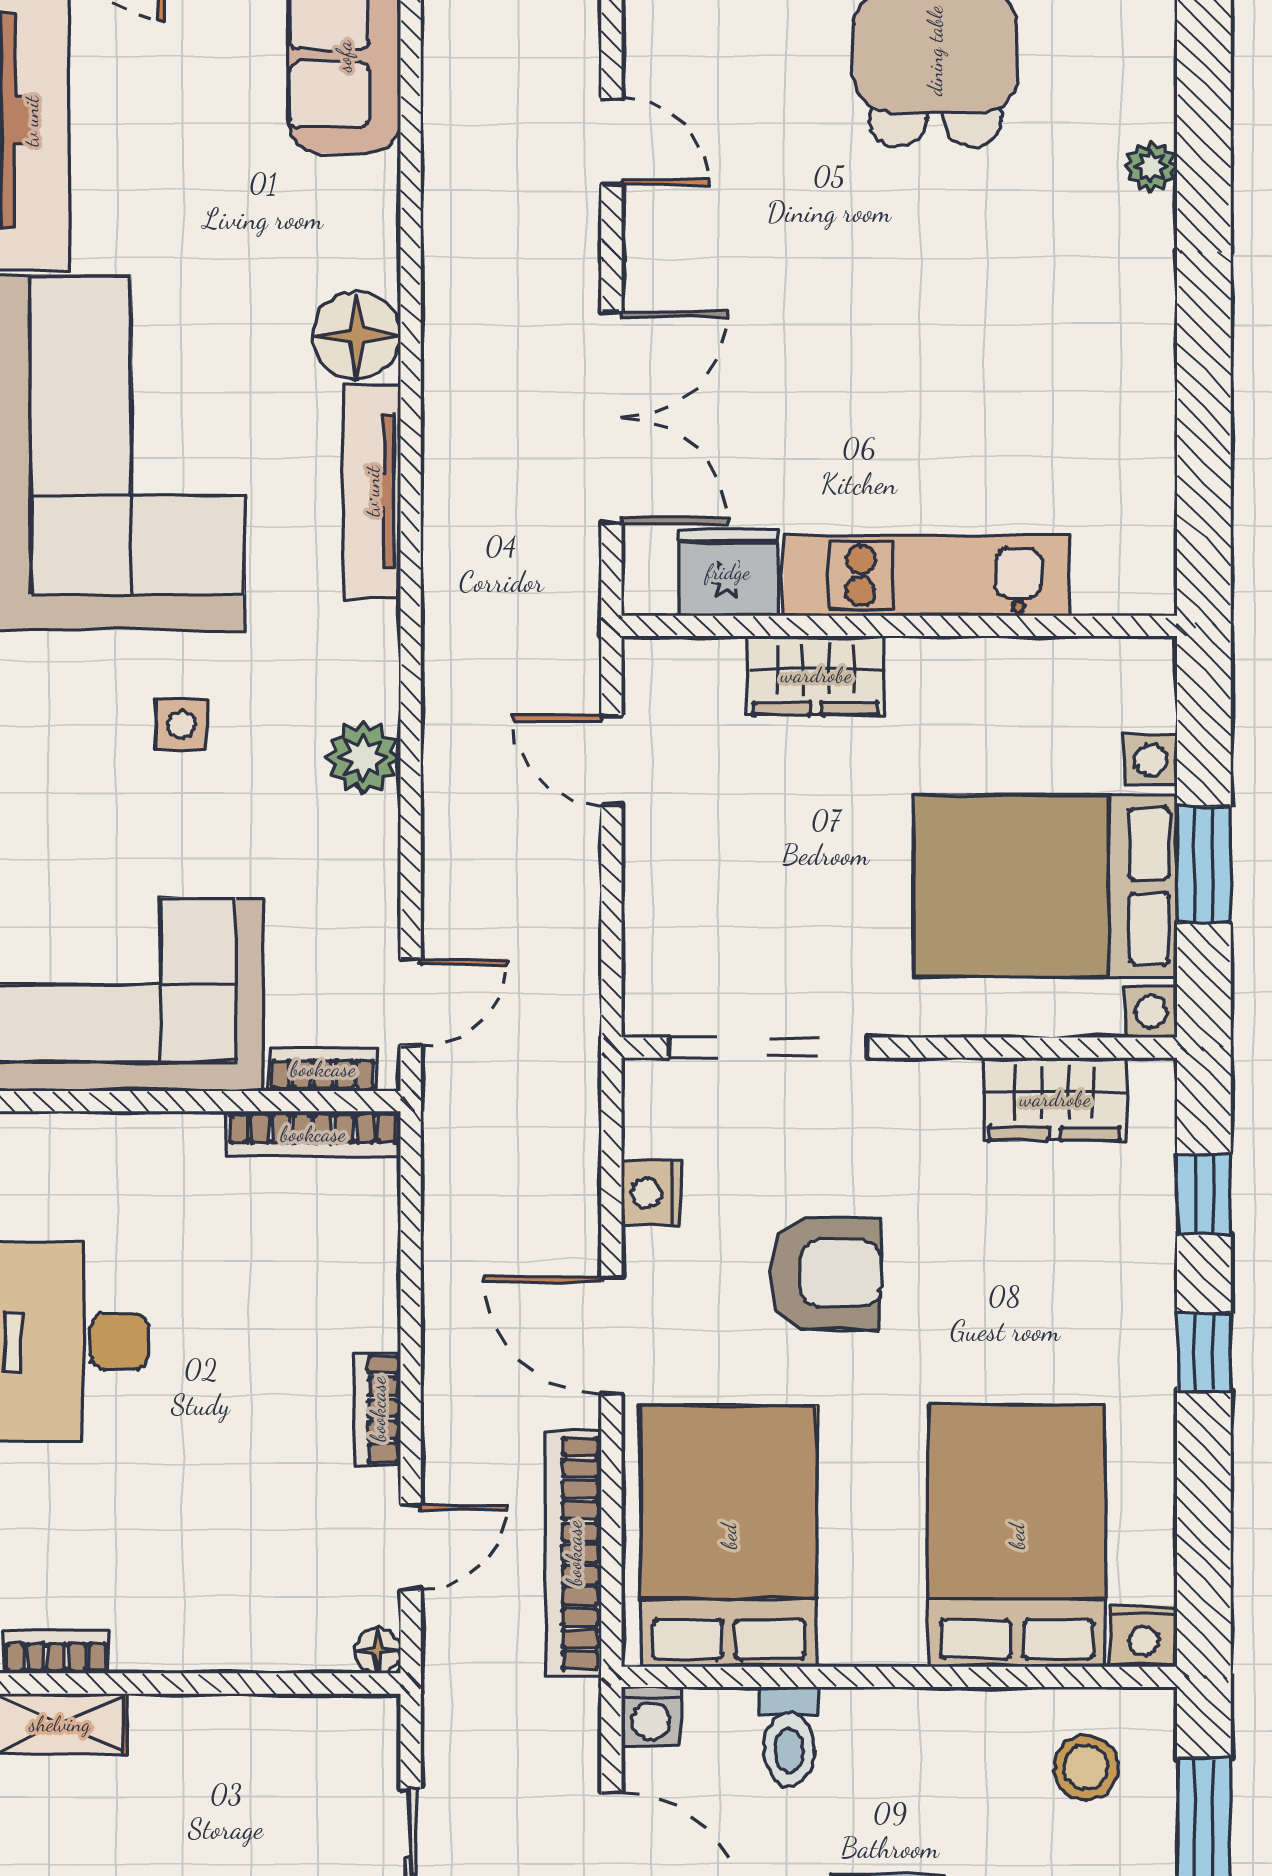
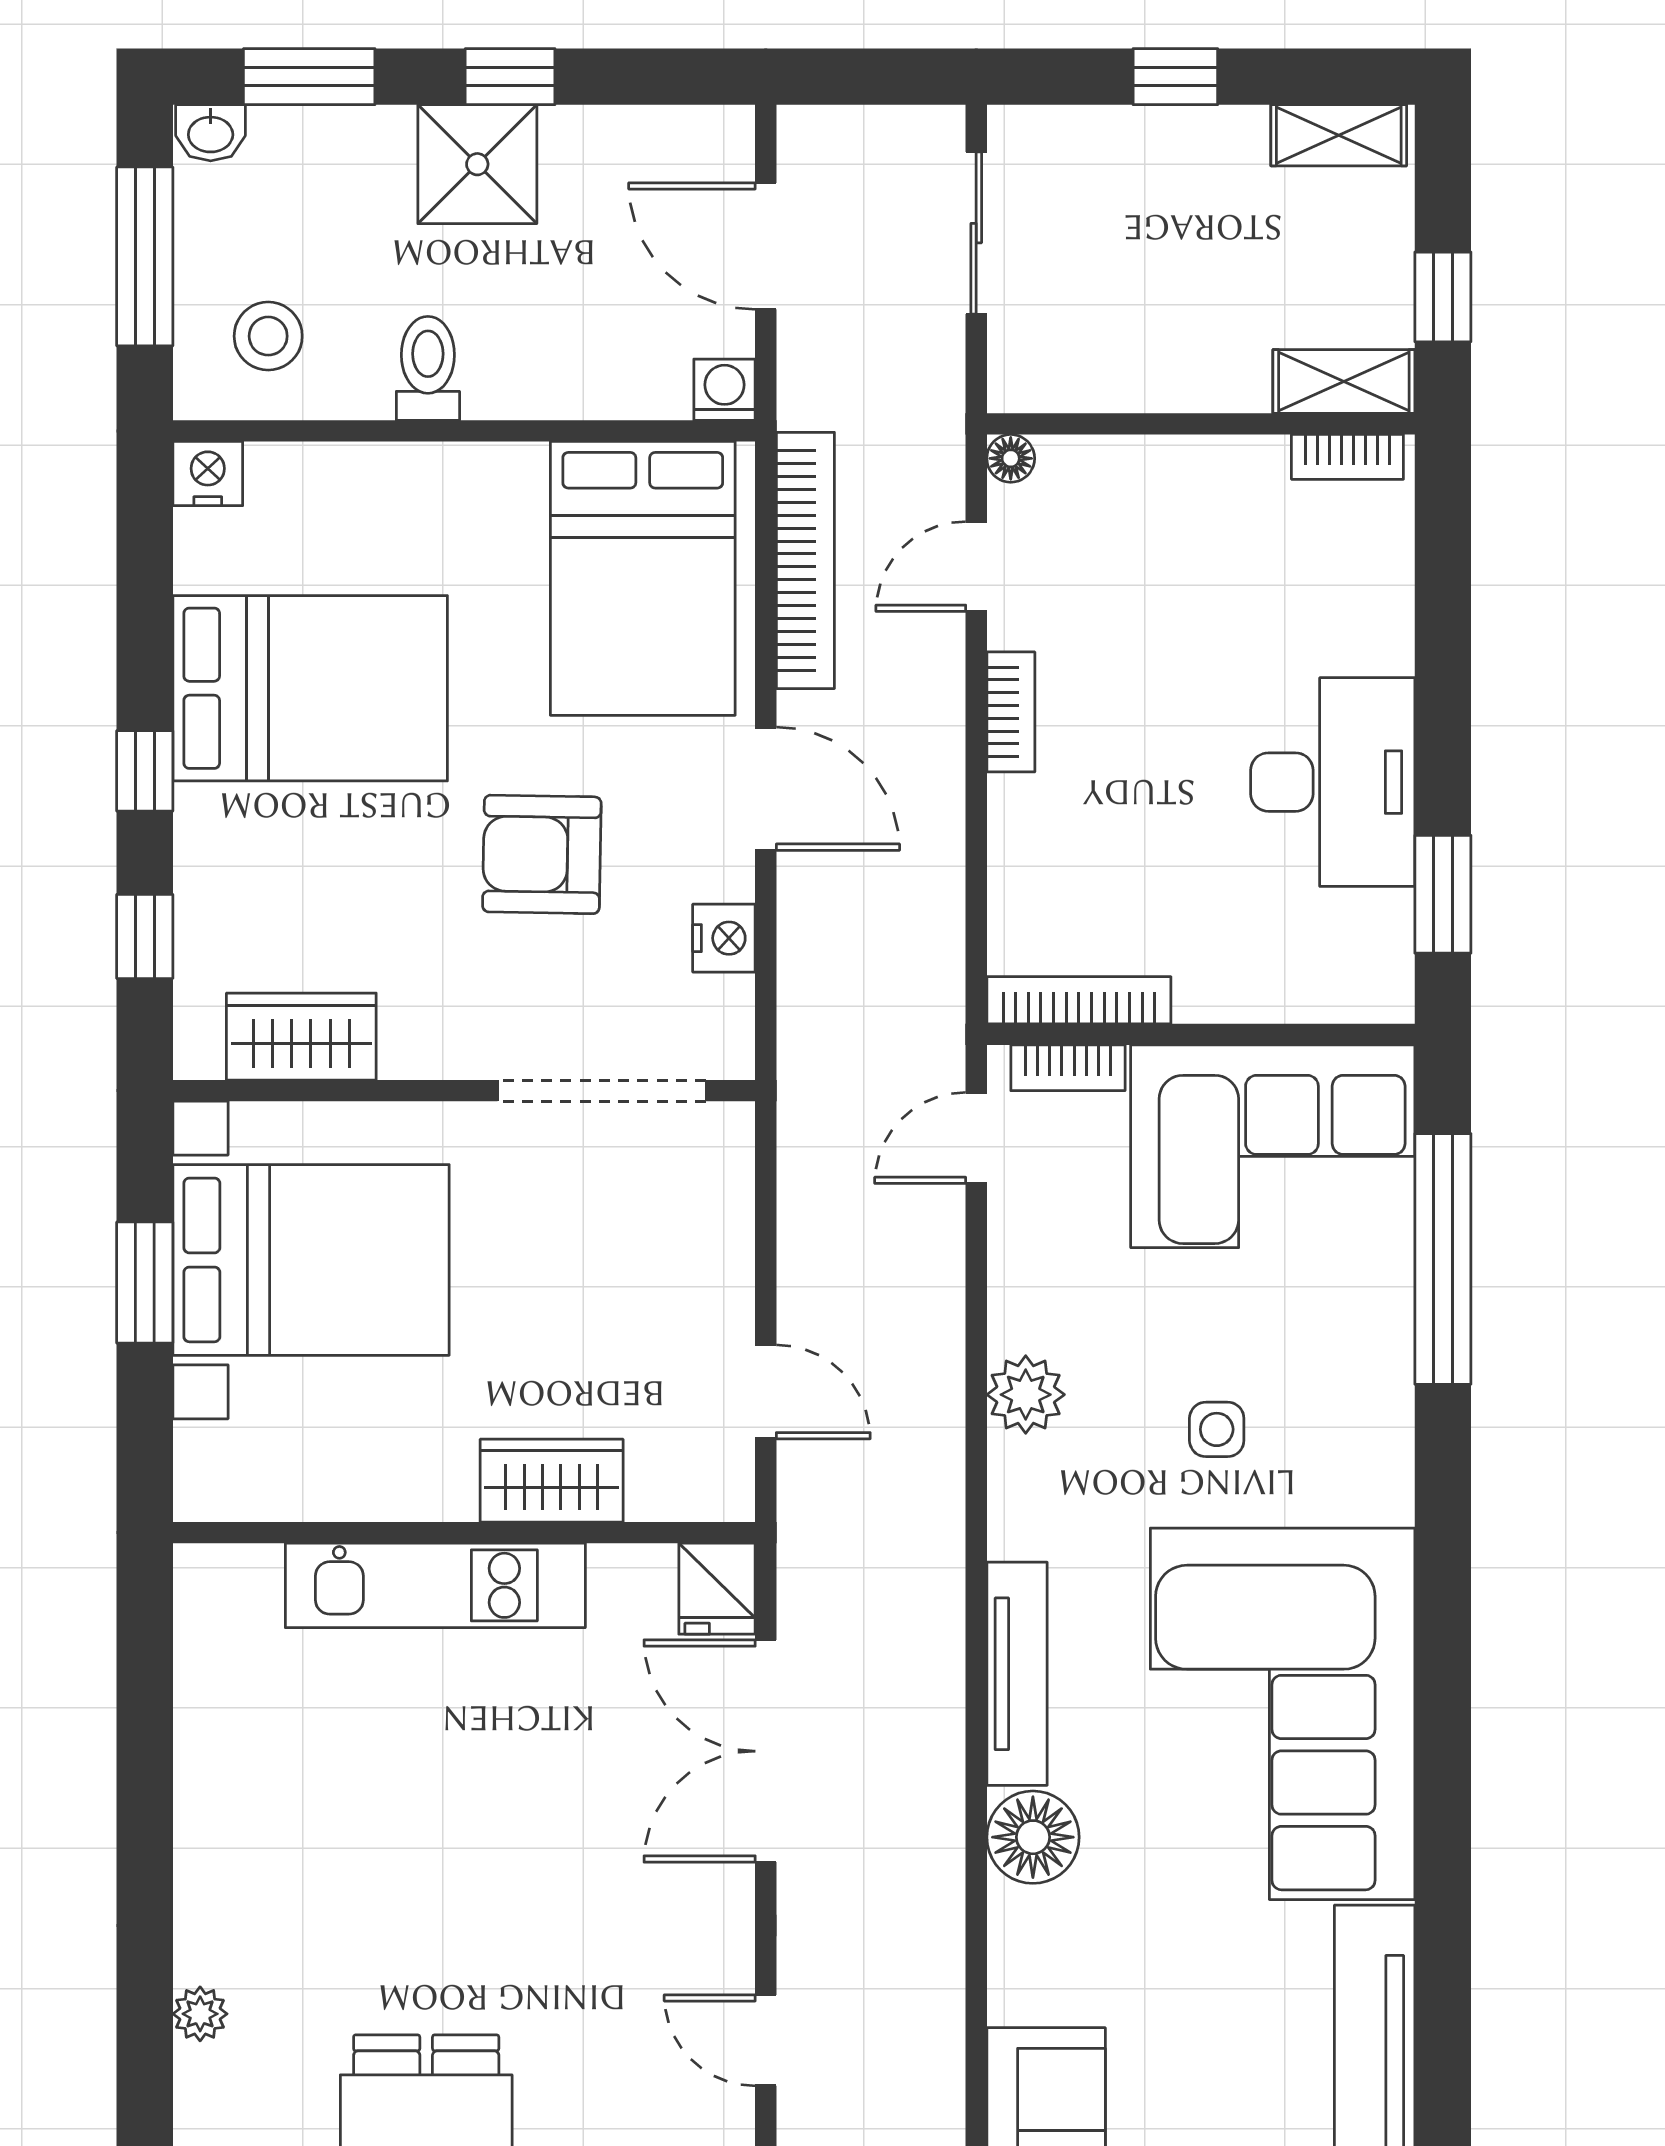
fridge: (728, 572) -> (717, 1589), moved, width x0.72
bed: (1017, 1536) -> (310, 688), moved, turned -90
toilet: (789, 1737) -> (428, 368), moved

